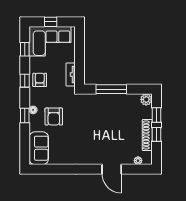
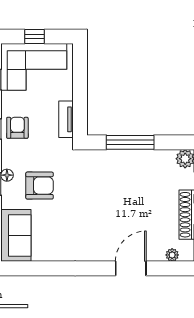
armchair: (54, 117) -> (40, 186), turned -90
door: (112, 169) -> (131, 268), swing flipped

